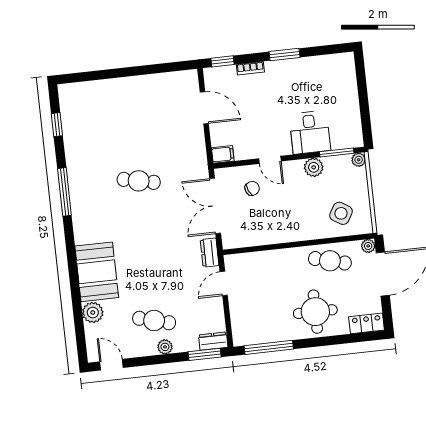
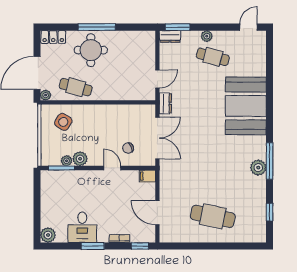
plant: (345, 63) -> (48, 235), added
desk: (310, 132) -> (82, 227), moved, turned 180
plant: (359, 160) -> (67, 161), moved
cafe table: (139, 181) -> (213, 216), moved, width x1.37, depth x1.35
booth: (97, 272) -> (246, 106), width x1.36, depth x1.42
plant: (93, 312) -> (258, 168), moved
window: (269, 347) -> (97, 27), moved
door: (111, 365) -> (249, 27), swing flipped

